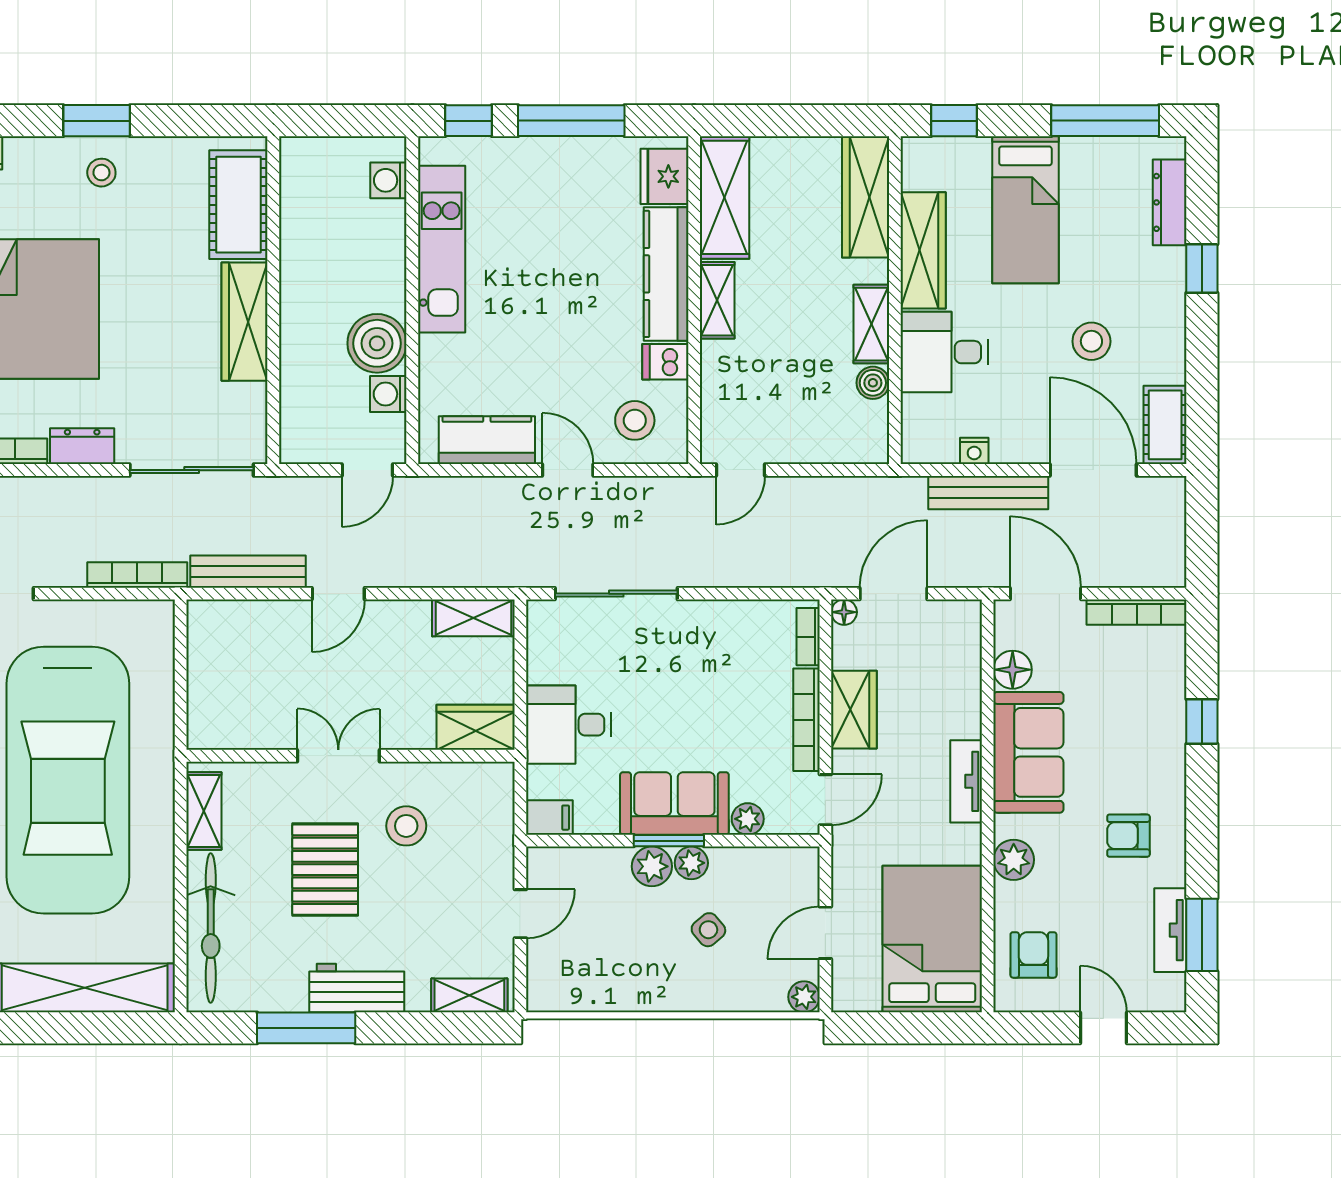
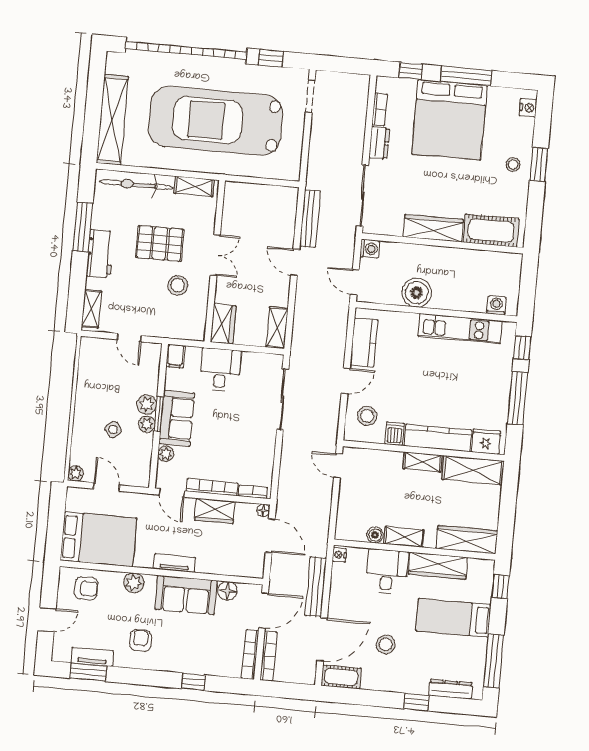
washing machine: (388, 394) -> (370, 249), moved, turned 90
nightstand: (974, 451) -> (339, 555), moved
bookcase: (137, 575) -> (269, 656), moved

